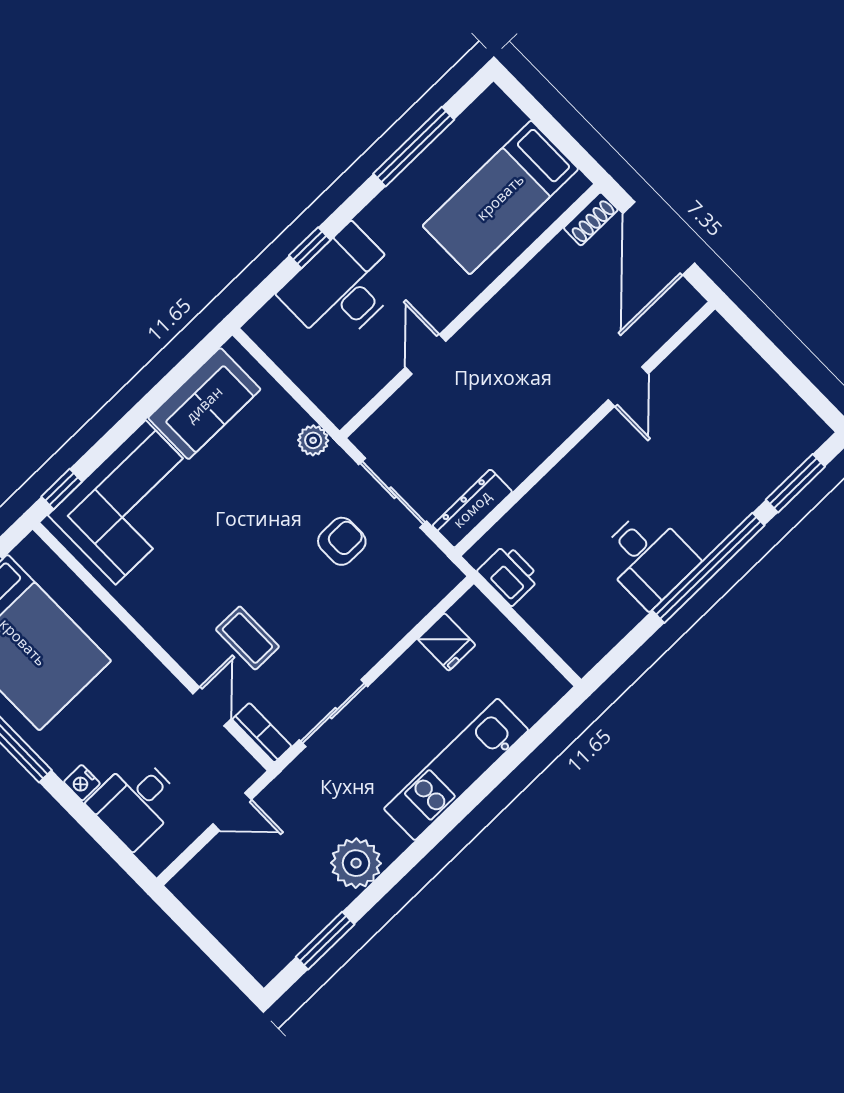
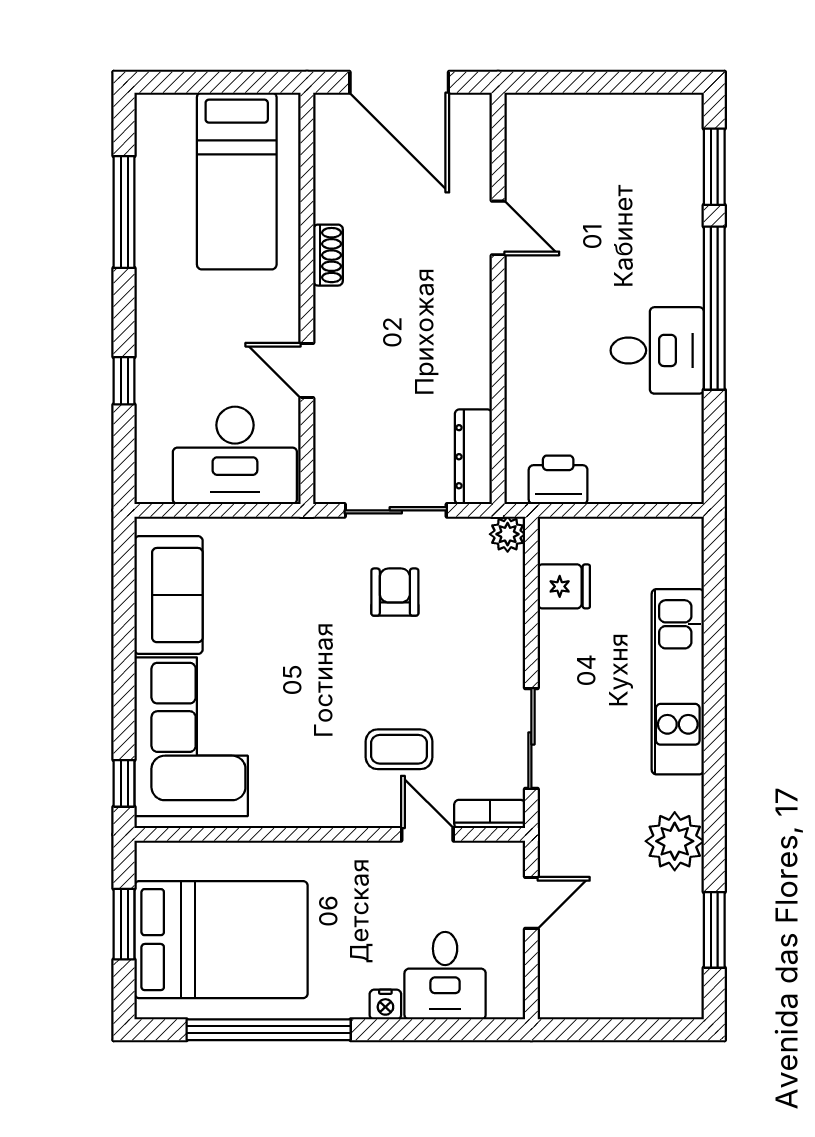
shoe rack: (591, 219) -> (328, 255), moved
desk: (342, 287) -> (235, 455), moved, turned -90
plant: (313, 440) -> (508, 534), moved

